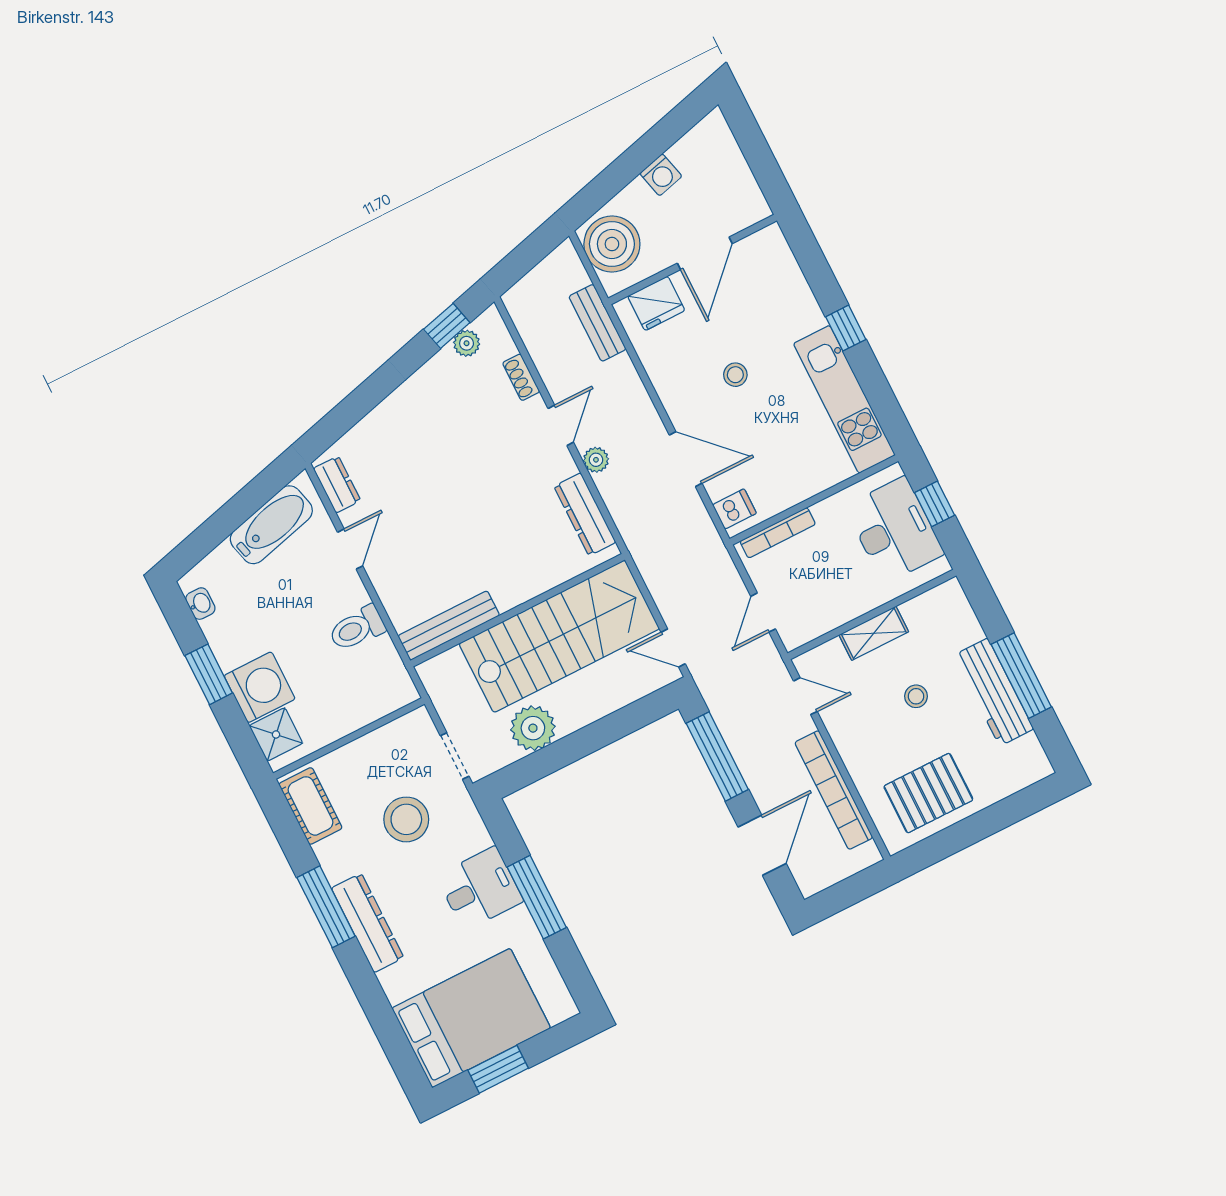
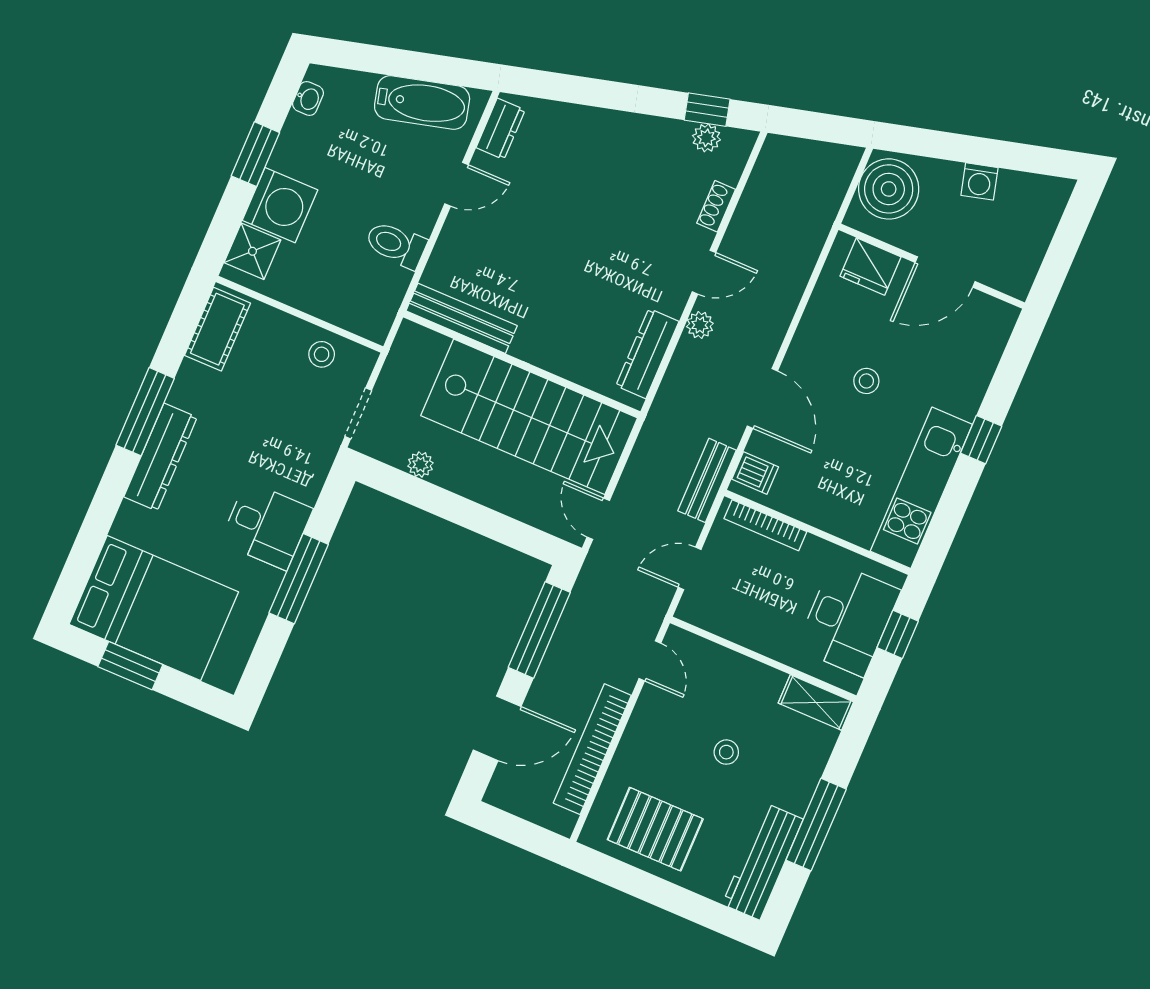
bench: (597, 323) -> (707, 480), moved
shelving: (874, 633) -> (816, 702), moved
workbench: (994, 692) -> (763, 862), moved
plant: (533, 728) -> (420, 464), width x0.53, depth x0.53
stool: (406, 819) -> (322, 354), moved, width x0.53, depth x0.53

